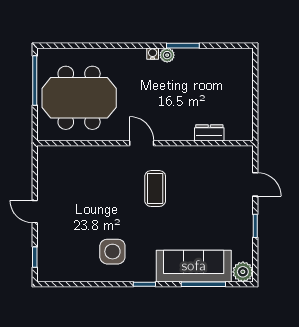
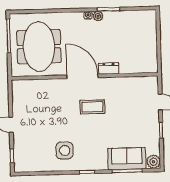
meeting table: (79, 98) -> (39, 47), turned 90
dresser: (209, 133) -> (109, 69), moved
door: (142, 143) -> (82, 76), width x1.88
coffee table: (155, 189) -> (92, 107), turned 90
sofa: (194, 266) -> (127, 159), width x0.73

